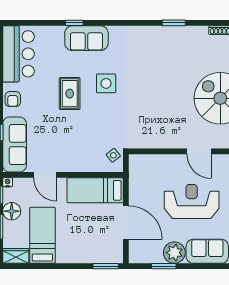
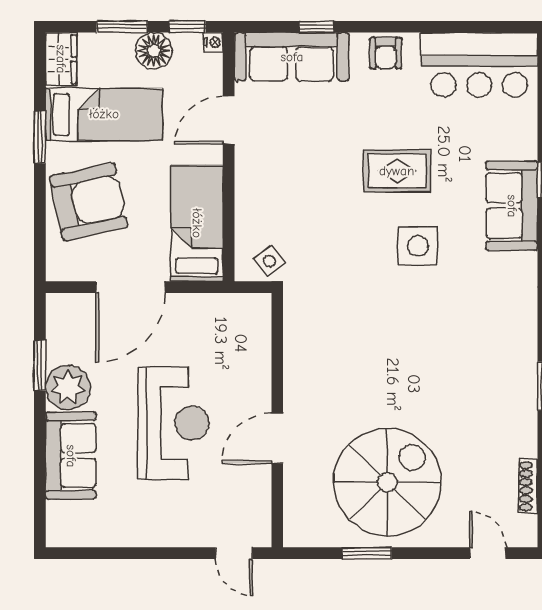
armchair: (13, 99) -> (386, 53), turned -90
armchair: (85, 243) -> (89, 202), added
window: (106, 266) -> (40, 137), moved

